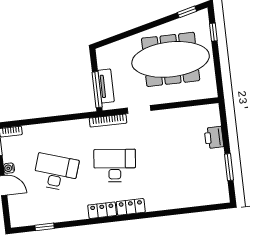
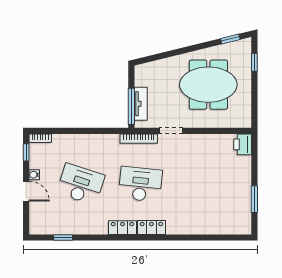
meeting table: (171, 59) -> (208, 85), width x0.73
printer: (214, 137) -> (243, 144), moved

